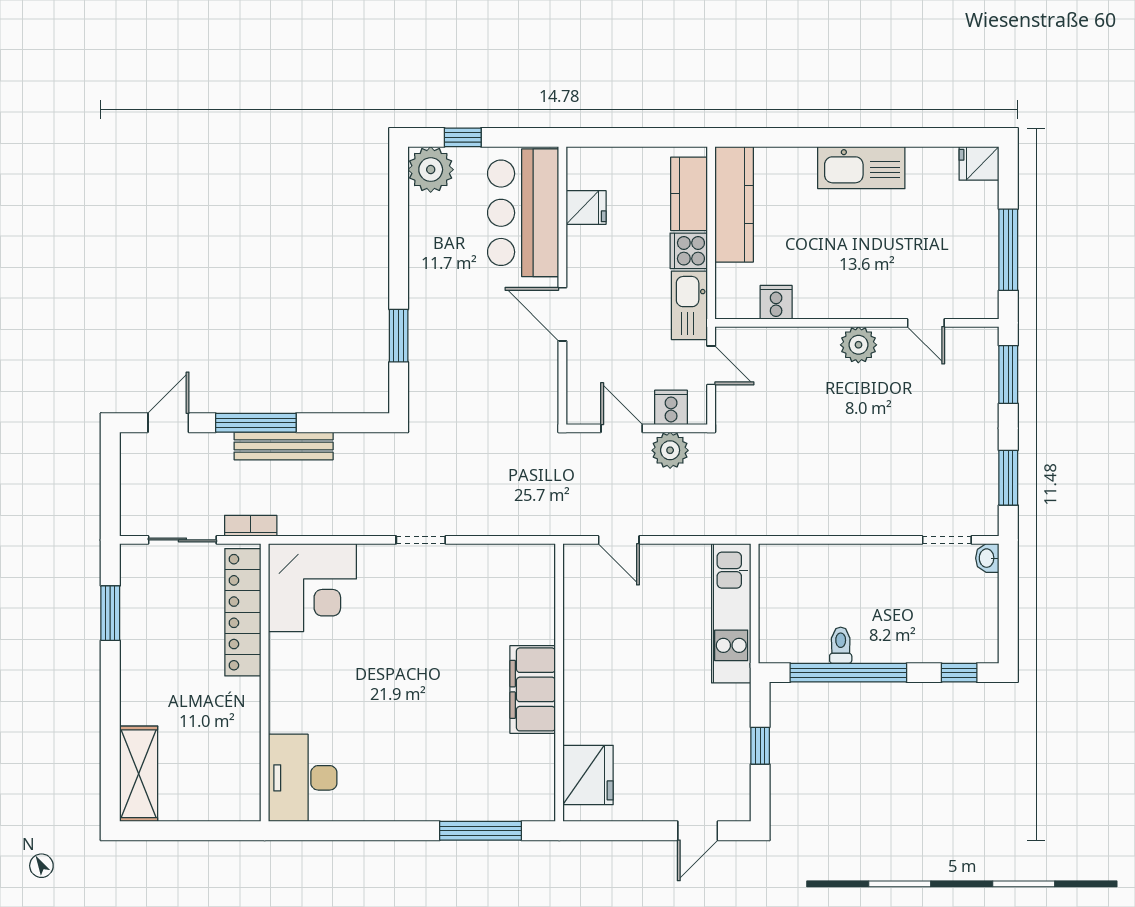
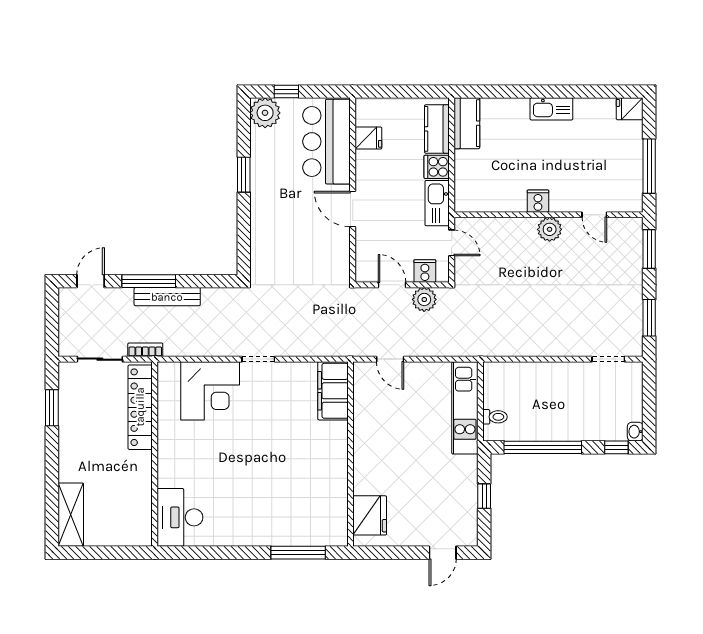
kitchen sink: (861, 168) -> (551, 109), width x0.73, depth x0.81
kitchen counter: (734, 204) -> (467, 123), width x0.67
cooker: (776, 302) -> (538, 201), moved
window: (399, 336) -> (244, 175), moved
washbasin: (987, 558) -> (635, 432), moved
corner desk: (312, 588) -> (210, 391), moved
toilet: (841, 645) -> (495, 417), moved, turned 90
filing cabinet: (533, 689) -> (333, 391), moved

